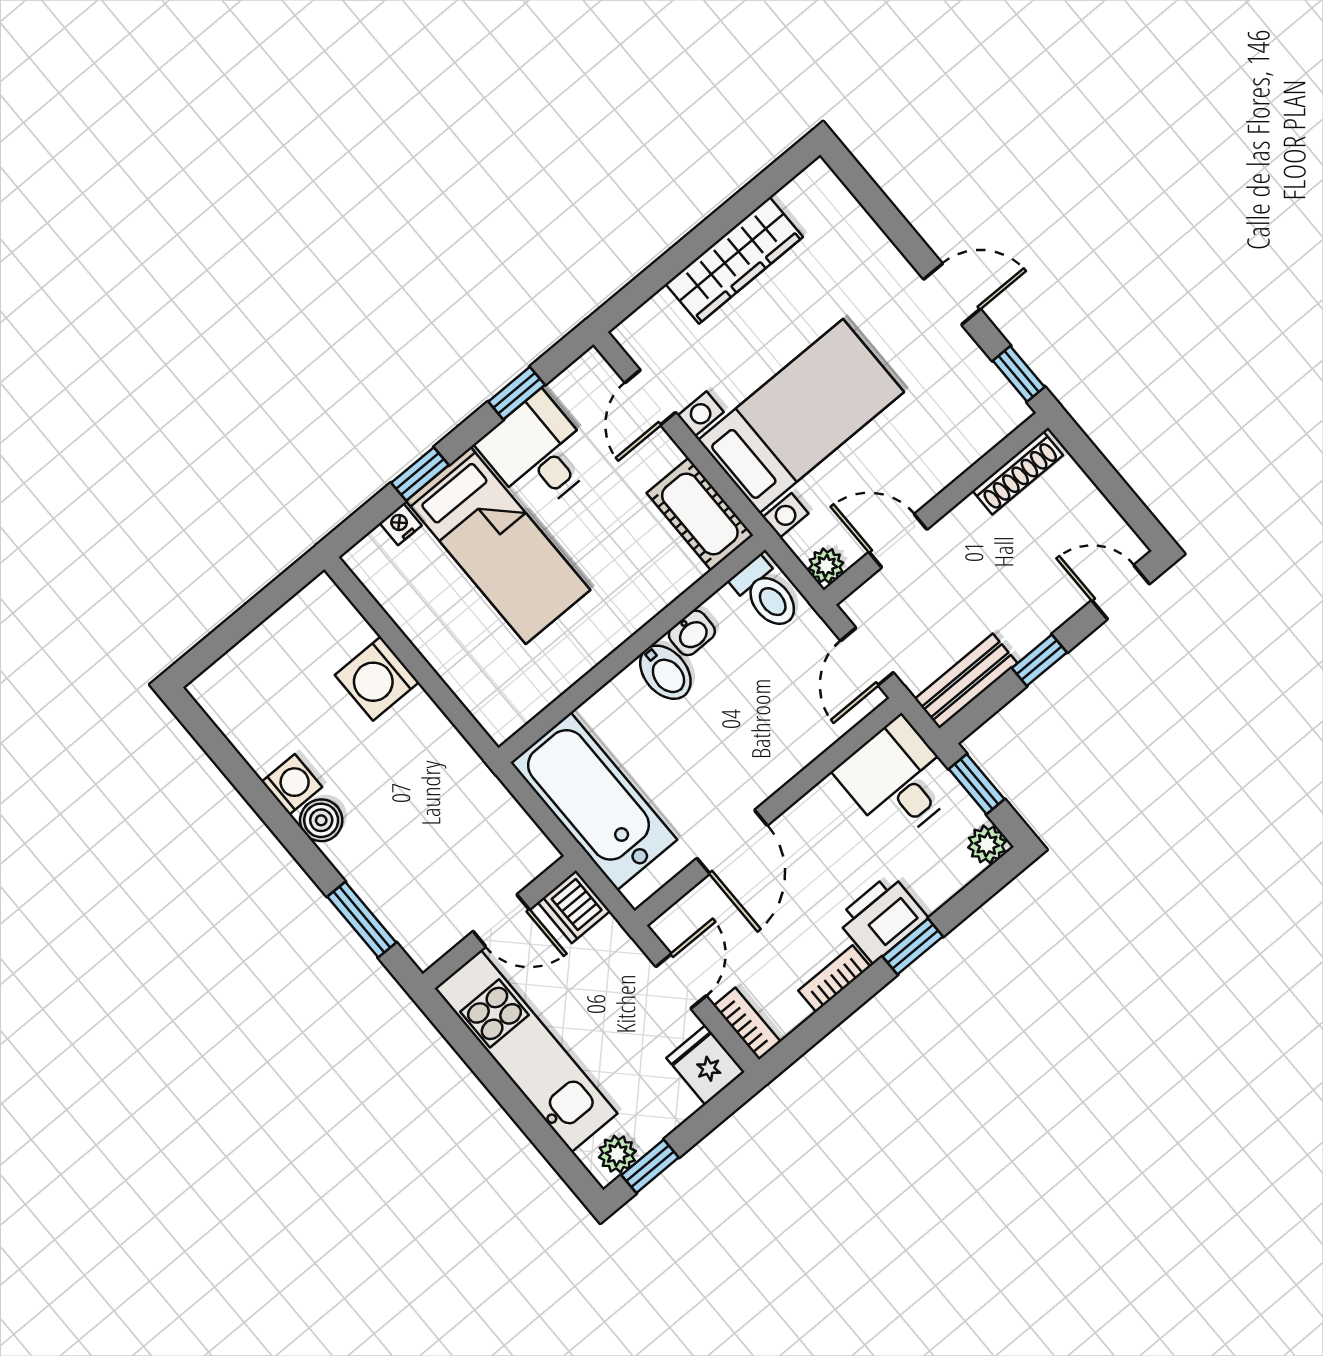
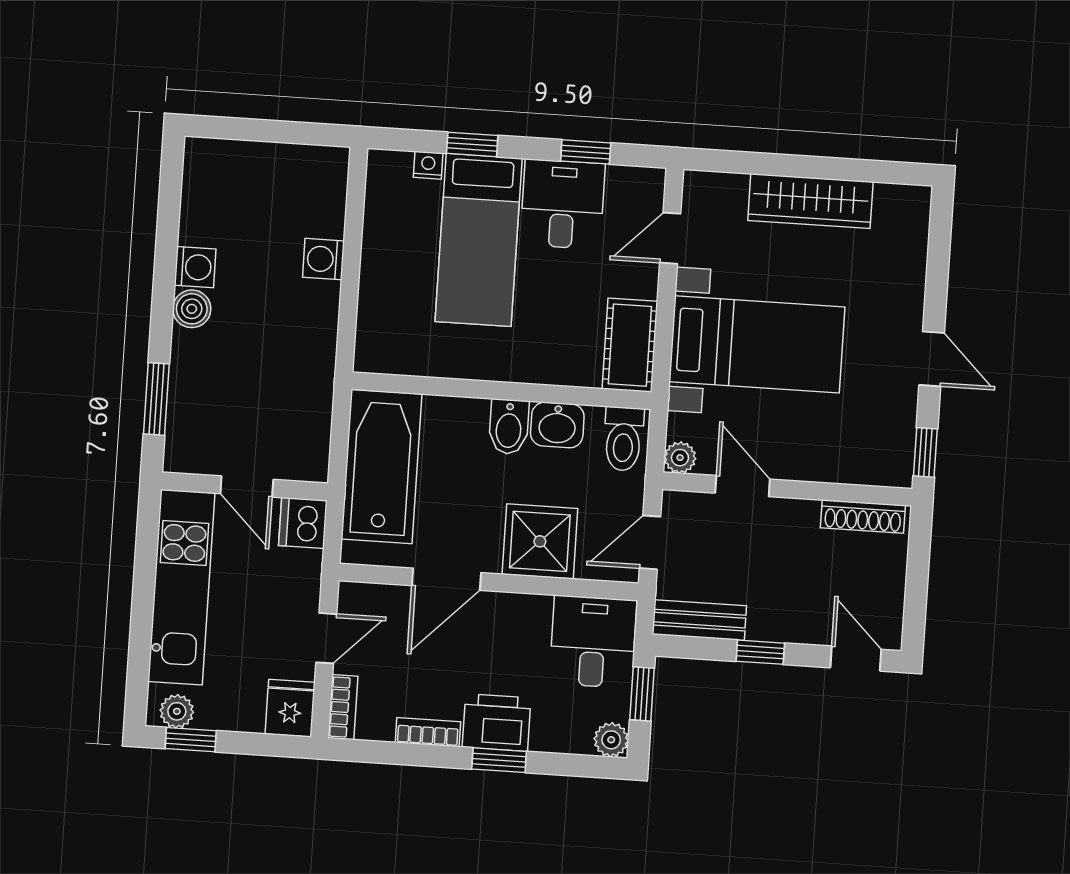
washbasin: (692, 633) -> (557, 425), width x1.38, depth x1.45
washing machine: (377, 679) -> (323, 259), width x0.73, depth x0.73
shower: (778, 740) -> (540, 541), added

